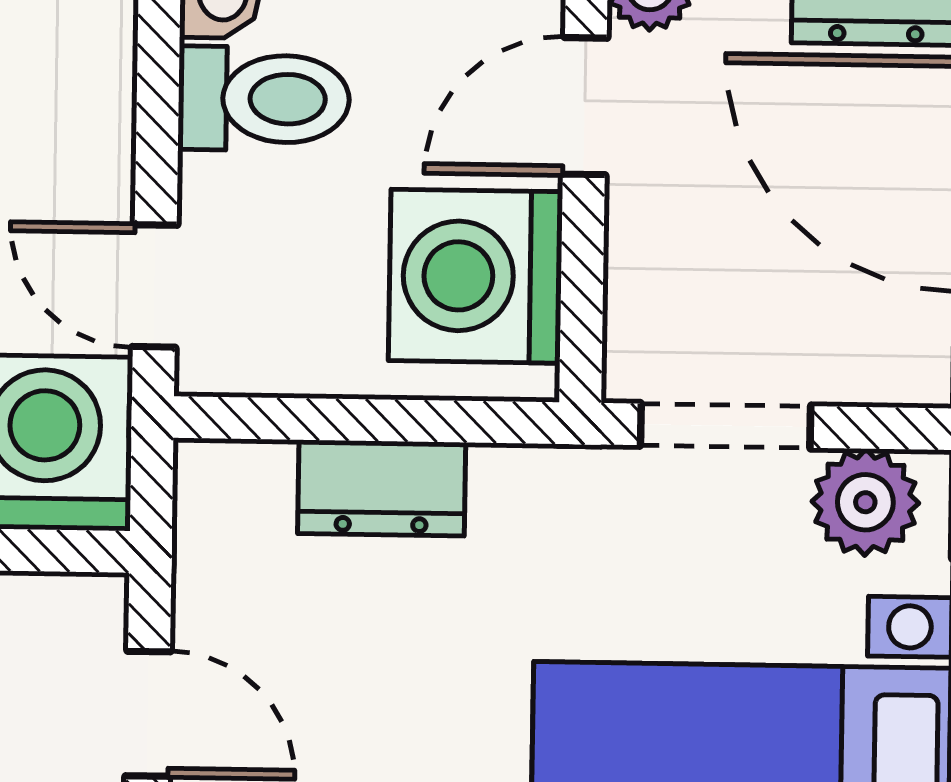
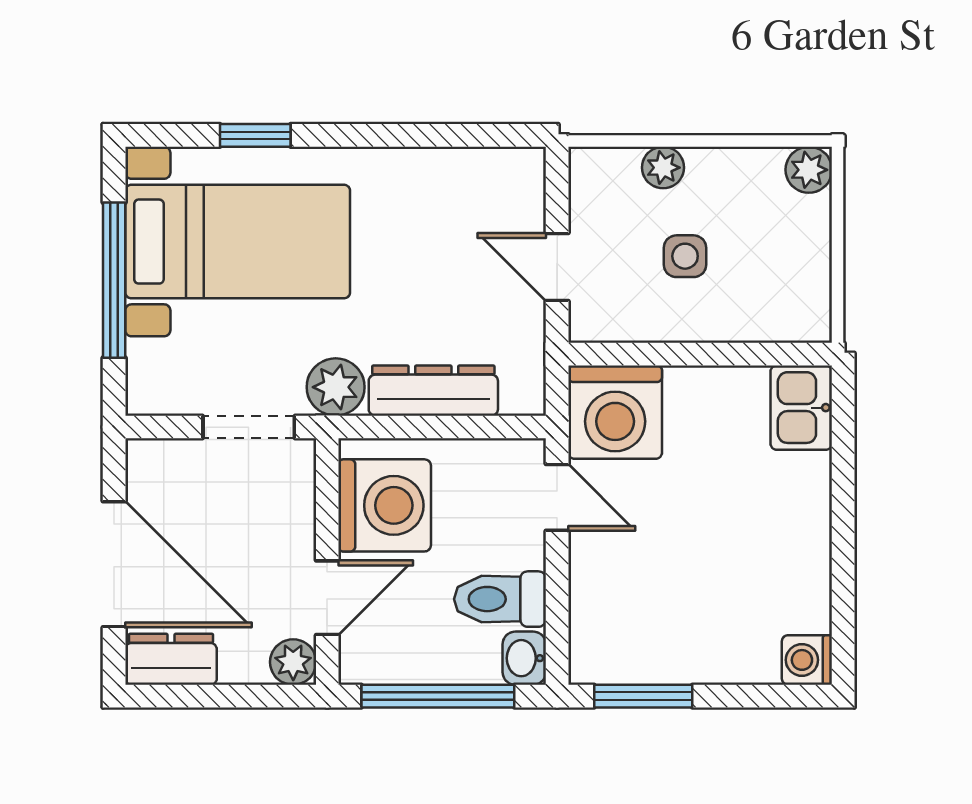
dresser: (382, 488) -> (433, 391), width x1.44
plant: (865, 502) -> (336, 387), moved

